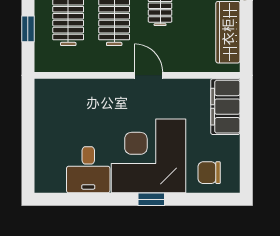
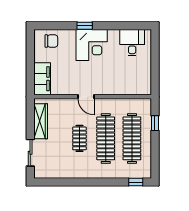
corner desk: (149, 156) -> (92, 45), width x0.74, depth x0.74
desk: (88, 170) -> (132, 43), moved

